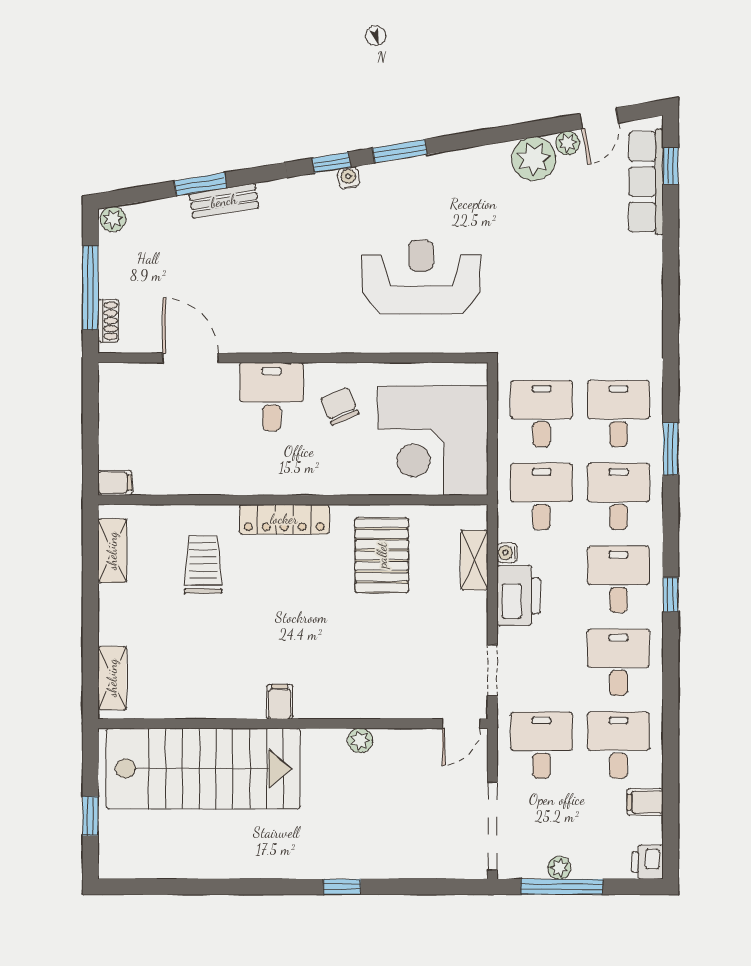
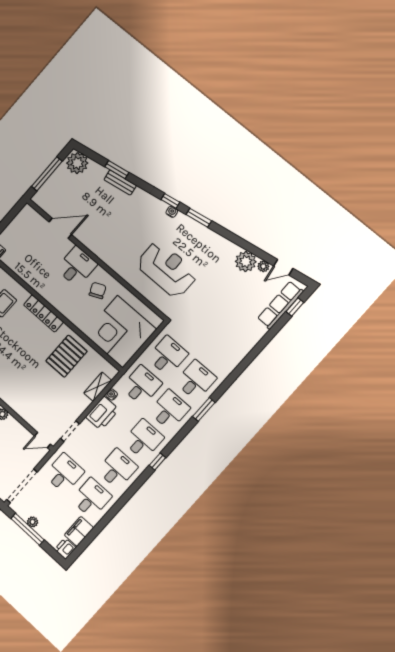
plant: (113, 219) -> (77, 163), width x1.87, depth x1.87
shoe rack: (108, 321) -> (43, 191), removed
door: (191, 358) -> (60, 228), hinge flipped
filing cabinet: (645, 802) -> (79, 531), width x2.00

